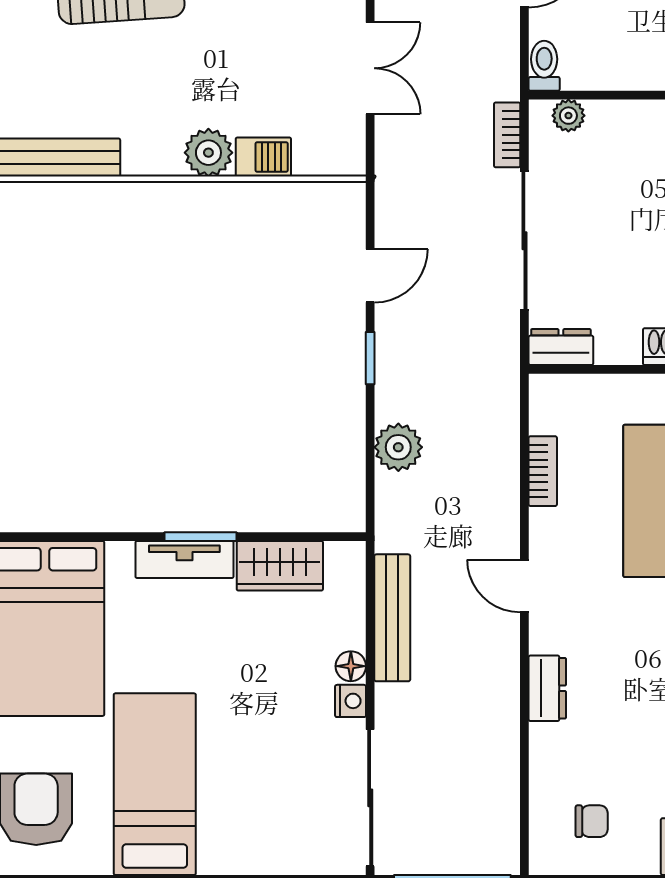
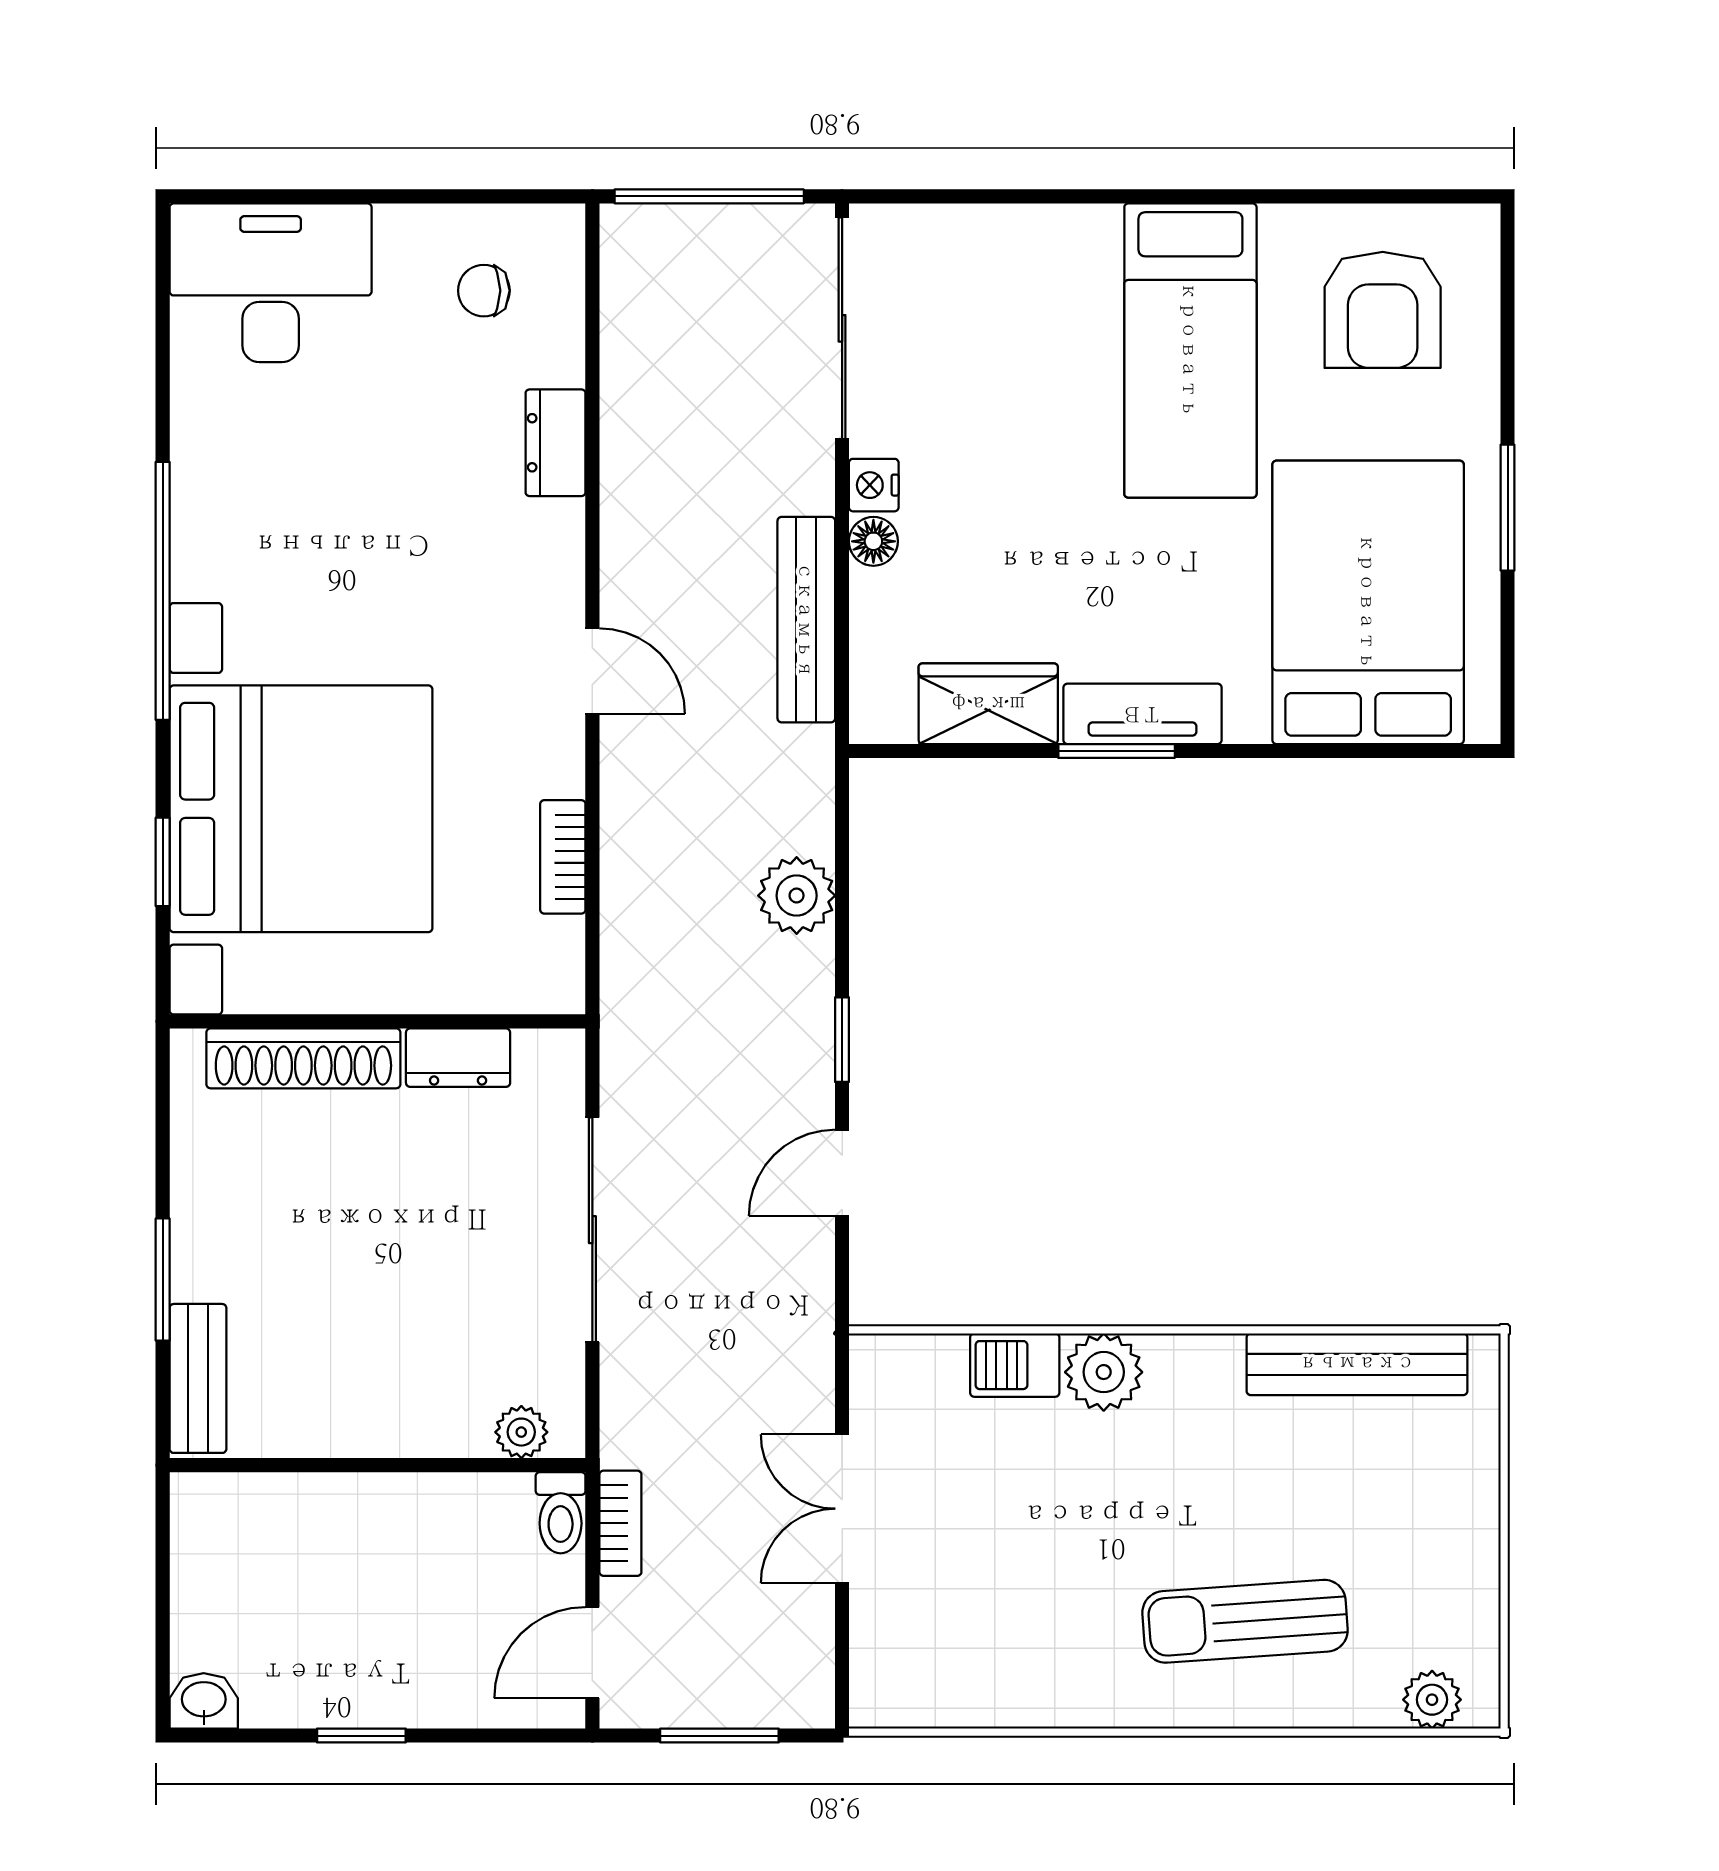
bookcase: (507, 135) -> (620, 1523), moved
dresser: (561, 347) -> (458, 1058), moved
dresser: (547, 688) -> (556, 443), moved

